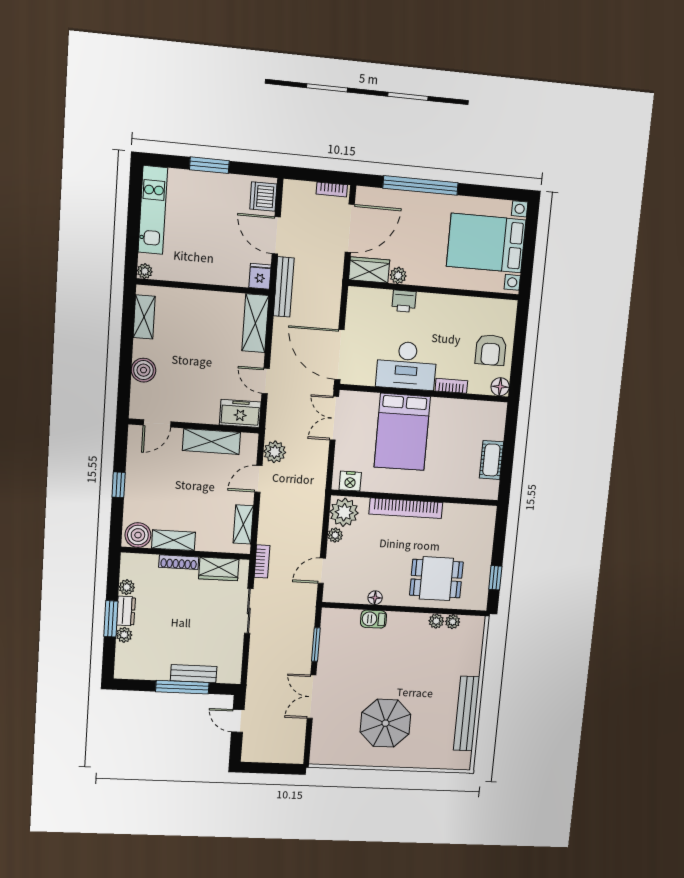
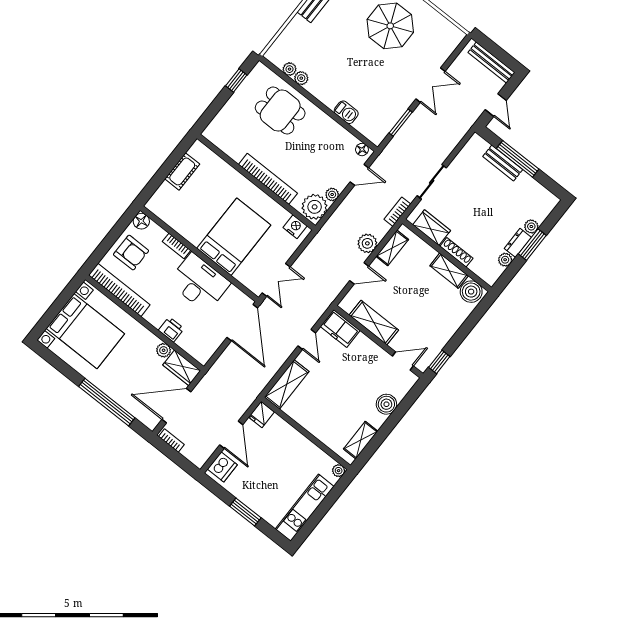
bench: (284, 287) -> (491, 63), moved, turned 90
bookcase: (479, 306) -> (119, 290), added
armchair: (491, 350) -> (131, 253), turned 90
plant: (275, 452) -> (367, 243), moved
window: (119, 485) -> (439, 362), moved
floor lamp: (375, 598) -> (362, 150), moved

